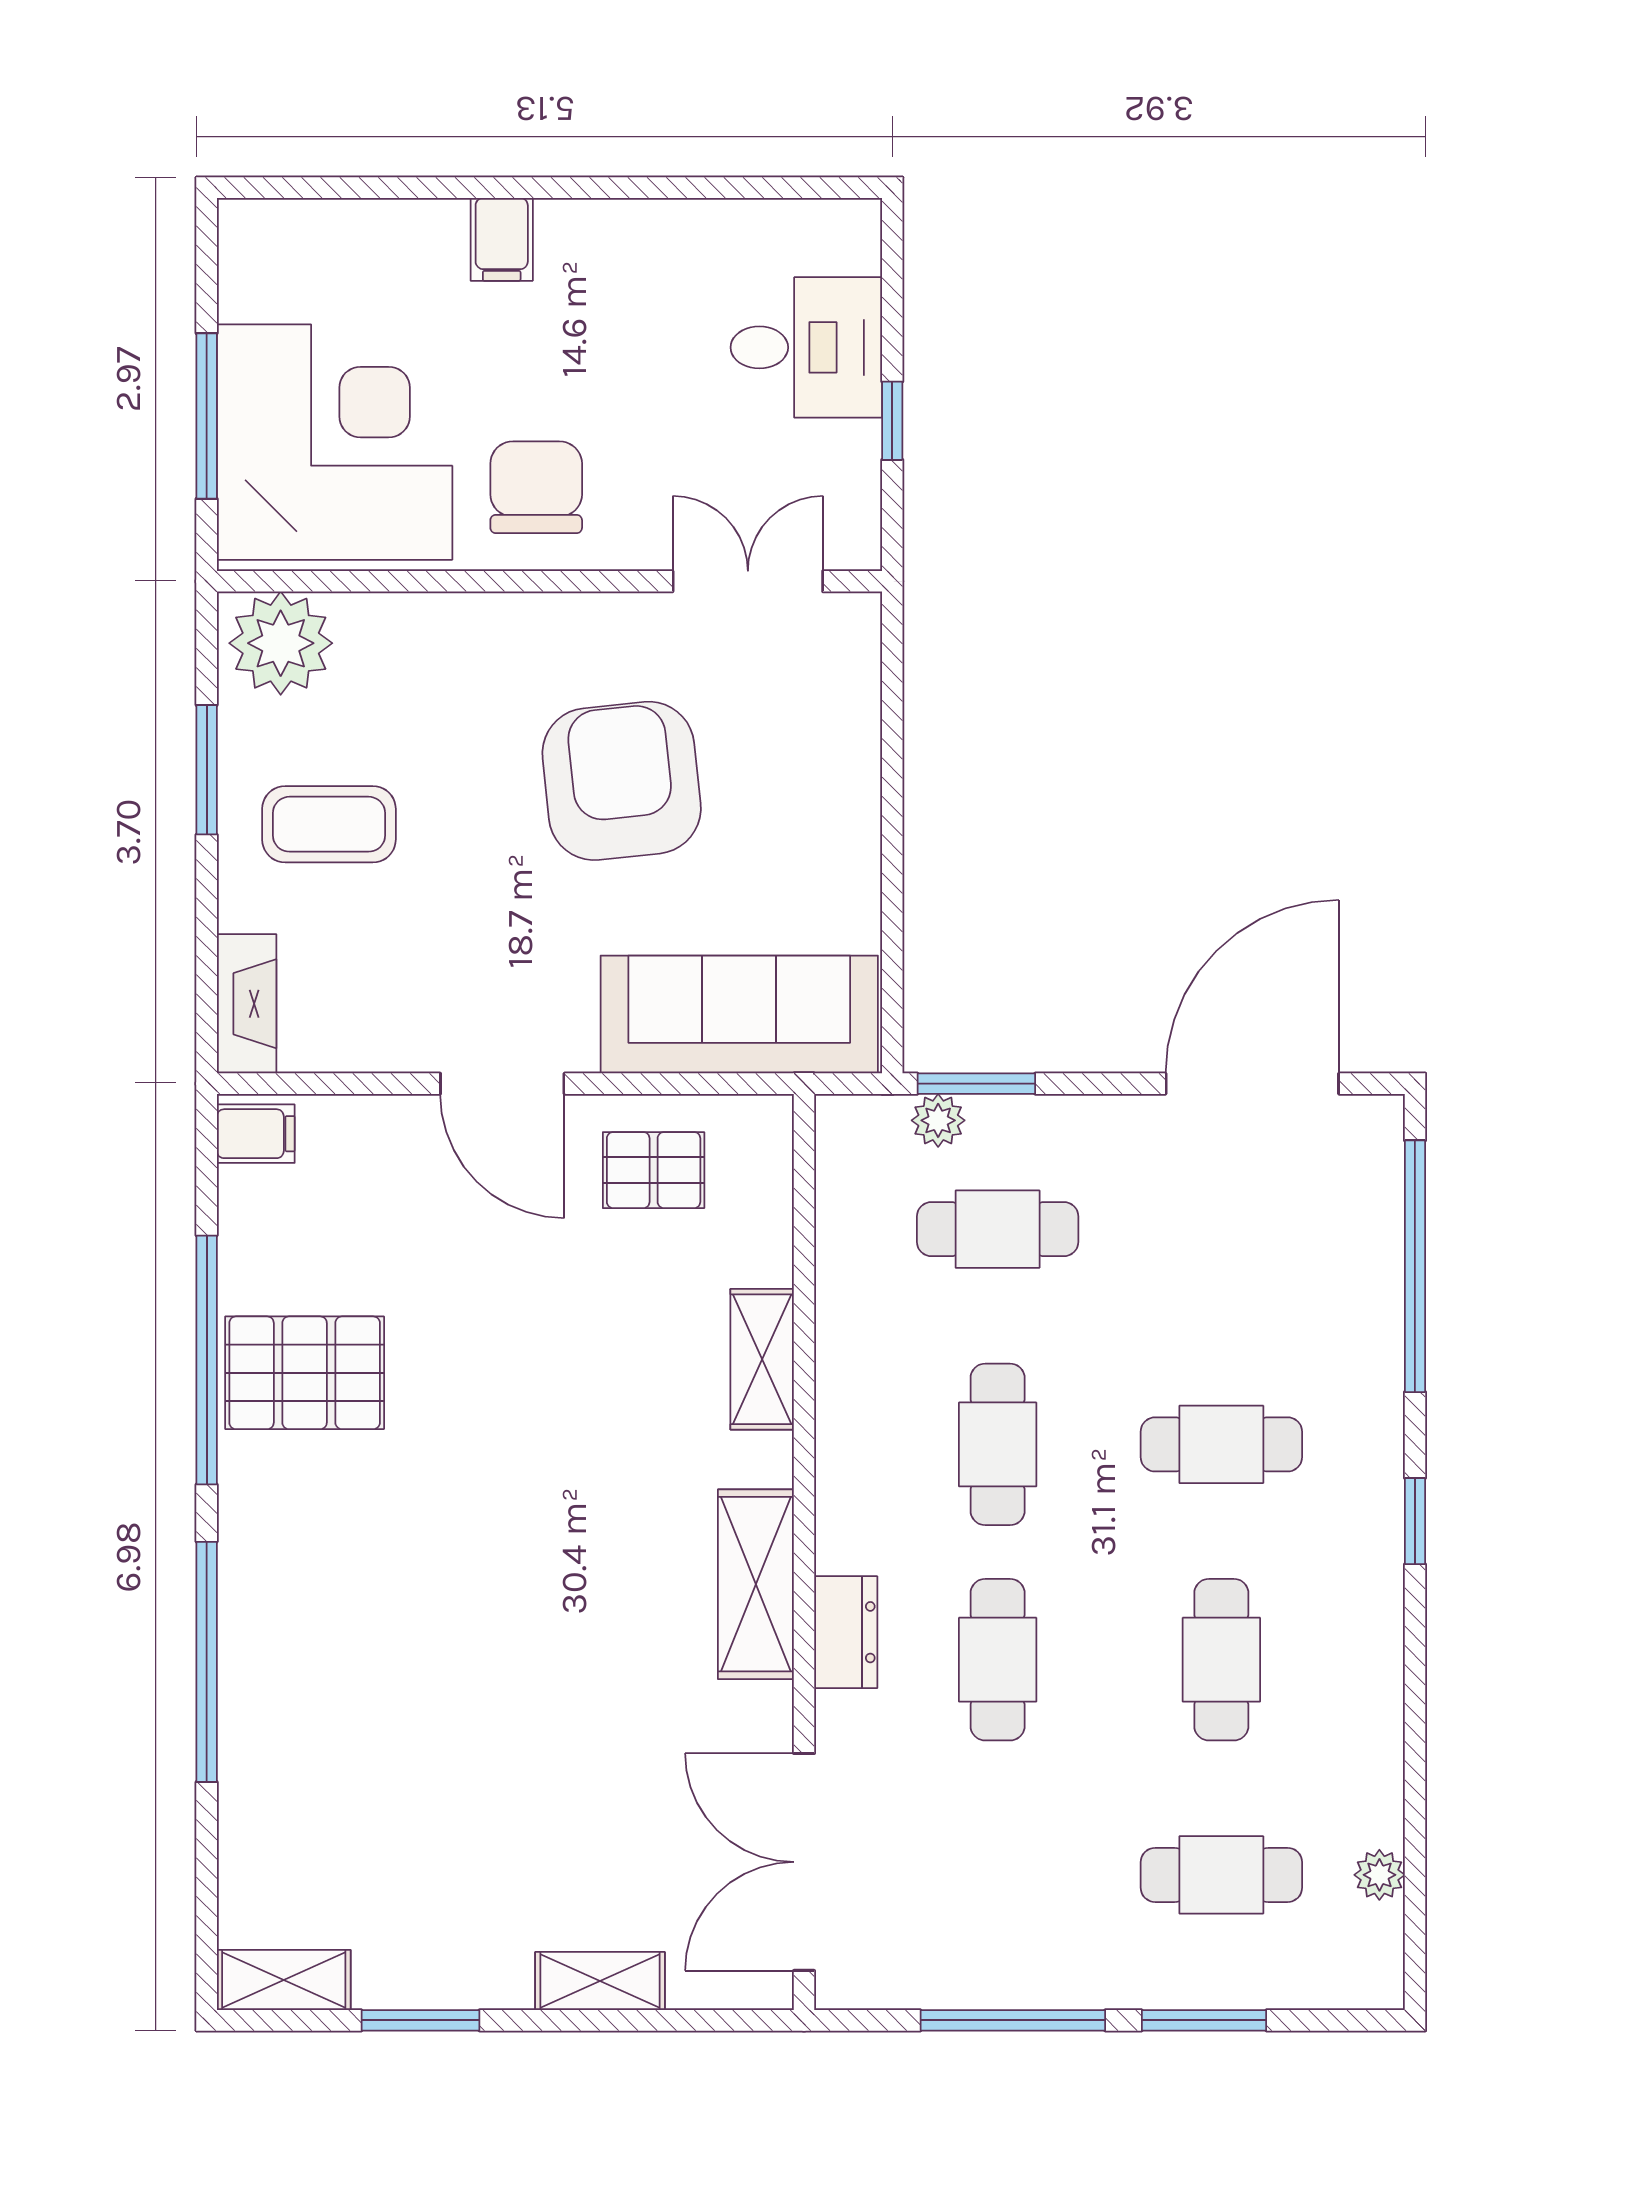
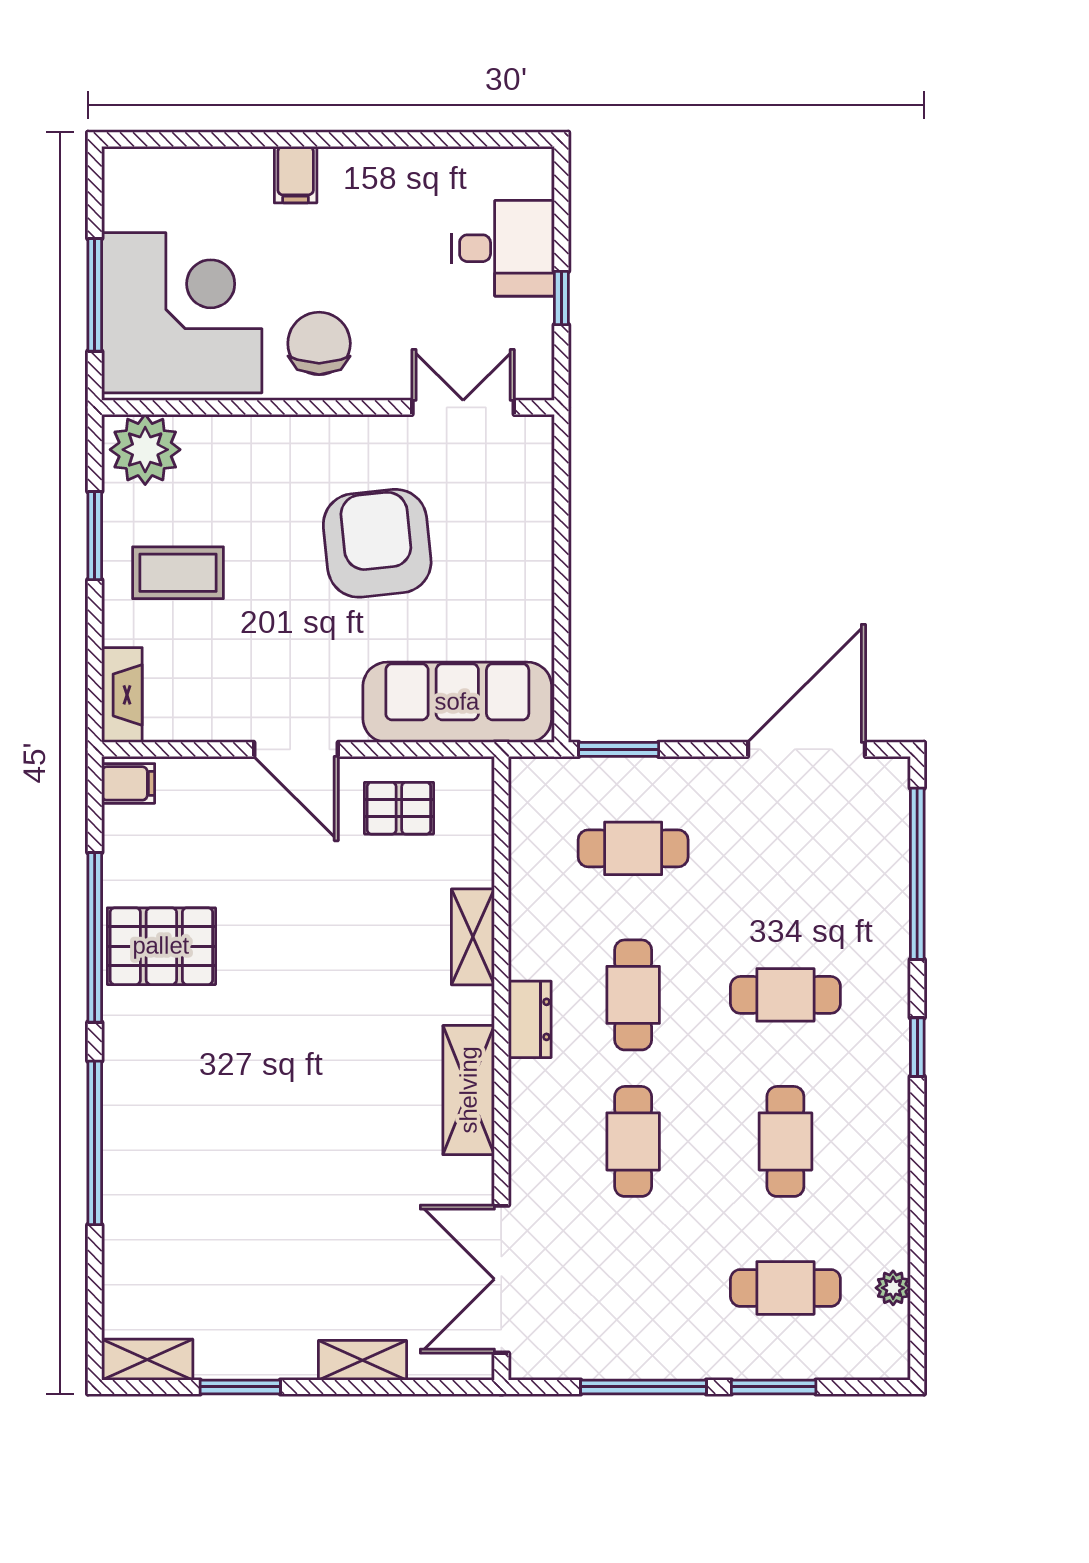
plant: (938, 1120) -> (593, 774), removed
dresser: (846, 1632) -> (530, 1019), moved

